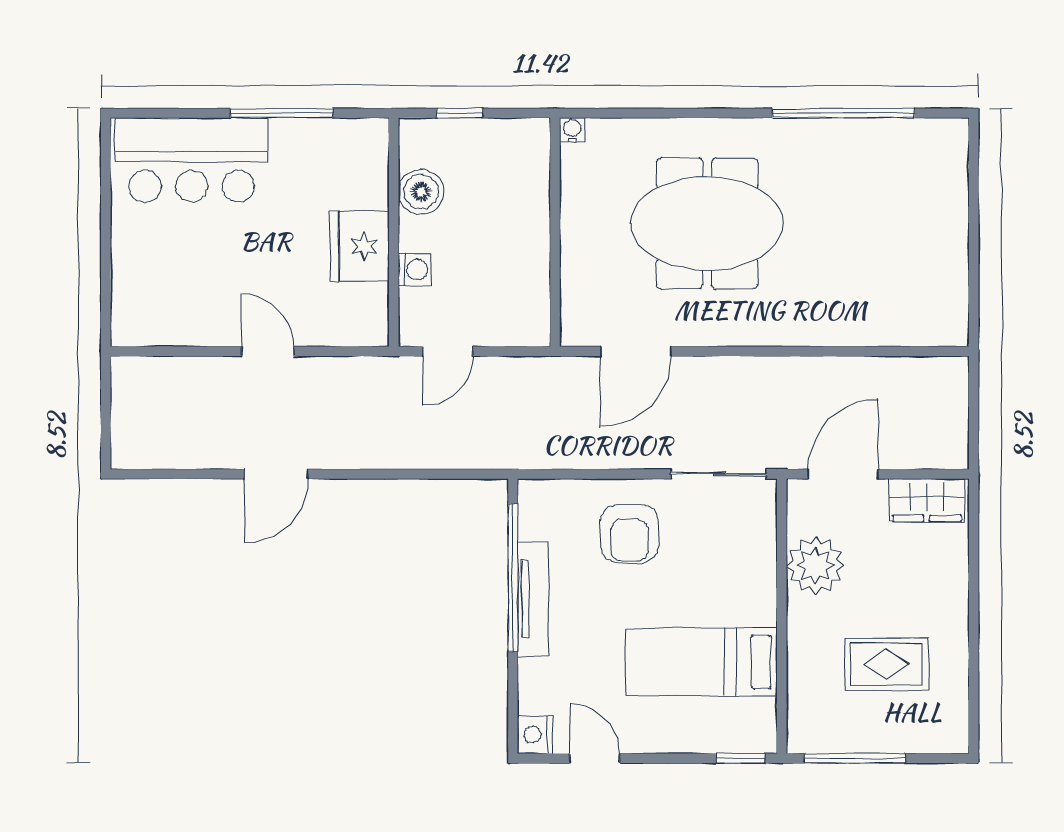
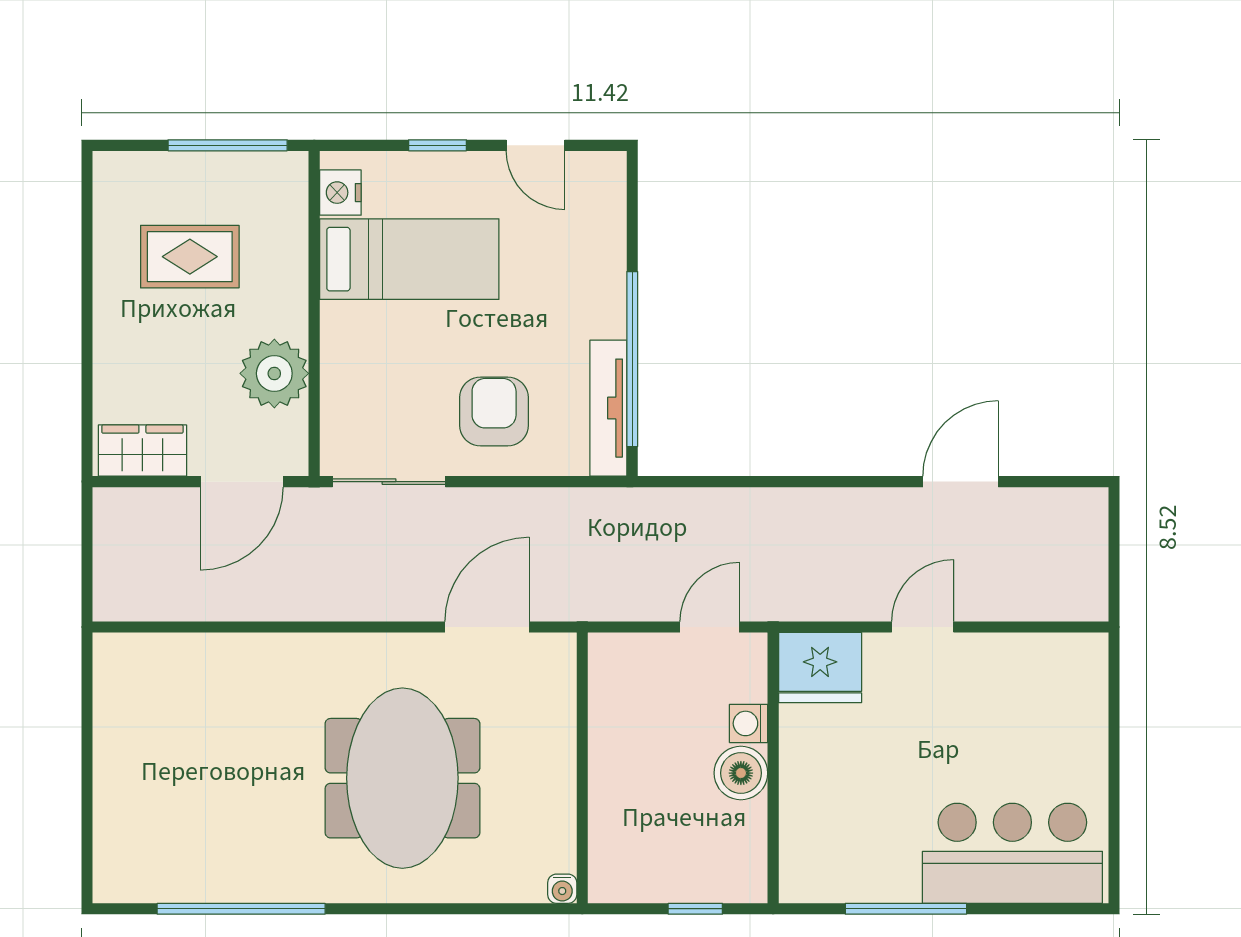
boiler: (421, 192) -> (741, 773), moved
meeting table: (707, 223) -> (402, 778), turned 90
fridge: (360, 246) -> (820, 668), moved, turned 90
door: (268, 351) -> (923, 627), swing flipped
door: (276, 474) -> (961, 482), moved
tv unit: (533, 599) -> (608, 408), moved
nightstand: (535, 735) -> (340, 193), moved, turned 180
window: (741, 758) -> (438, 145), moved

